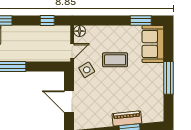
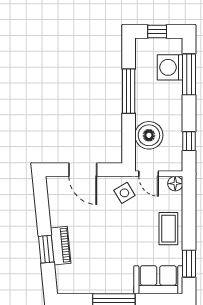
boiler: (43, 51) -> (149, 135), added
coffee table: (115, 60) -> (168, 229), moved
door: (69, 102) -> (83, 170), swing flipped

